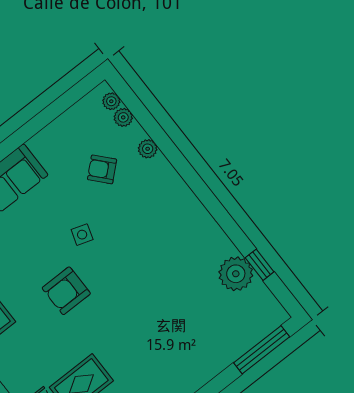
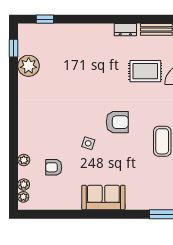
armchair: (102, 169) -> (54, 167), turned 132
window: (260, 265) -> (14, 48), moved
window: (262, 350) -> (45, 19), width x0.46

